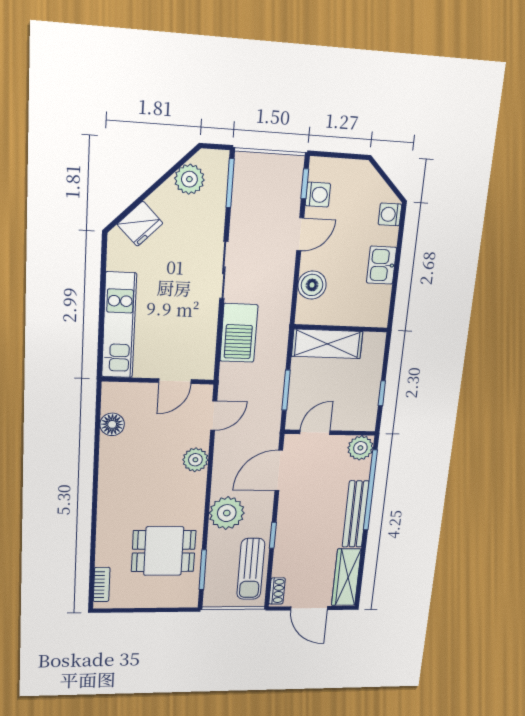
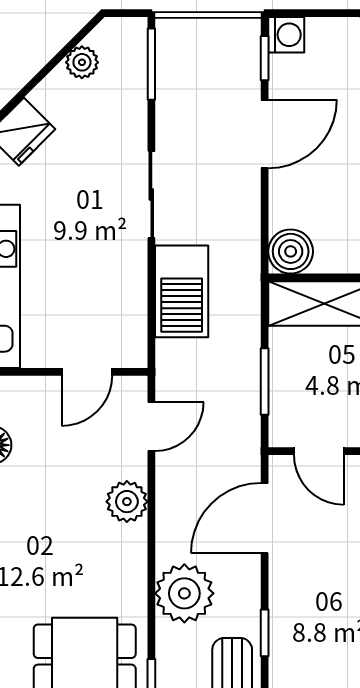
plant: (189, 179) -> (82, 62), width x0.73, depth x0.73
washing machine: (318, 195) -> (286, 35), moved
door: (300, 234) -> (265, 134), width x1.38
boiler: (312, 285) -> (291, 251), moved
door: (315, 432) -> (319, 451), swing flipped

